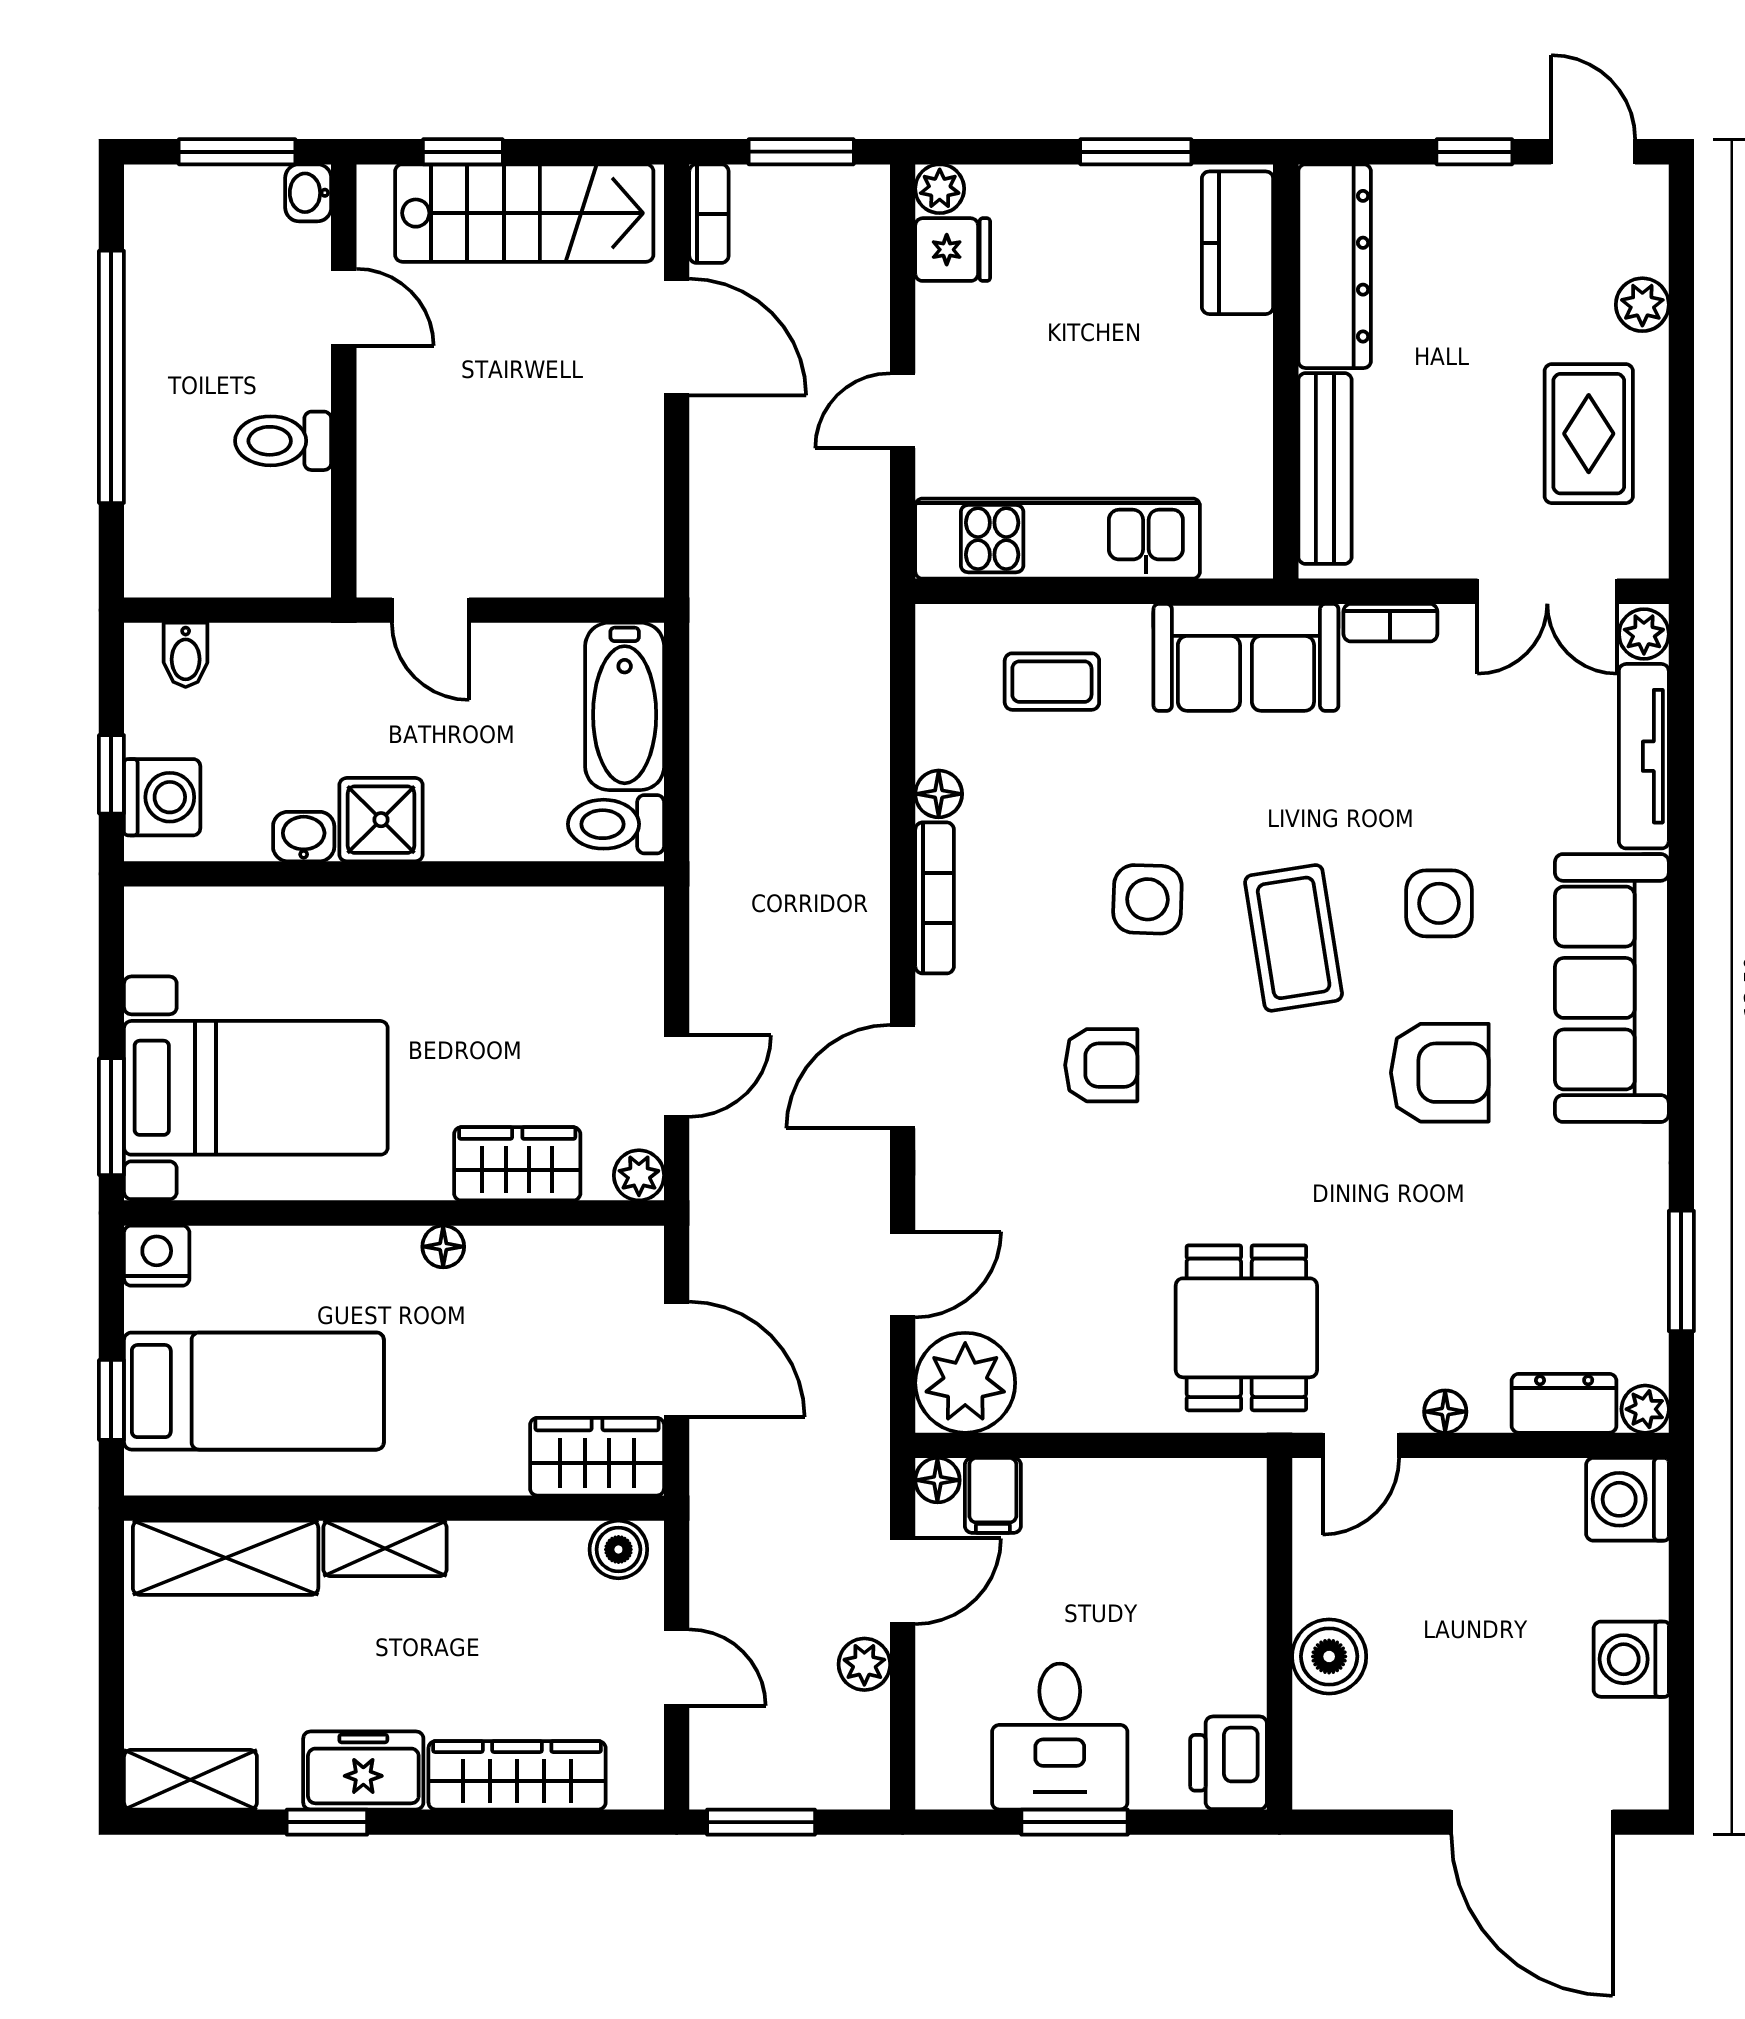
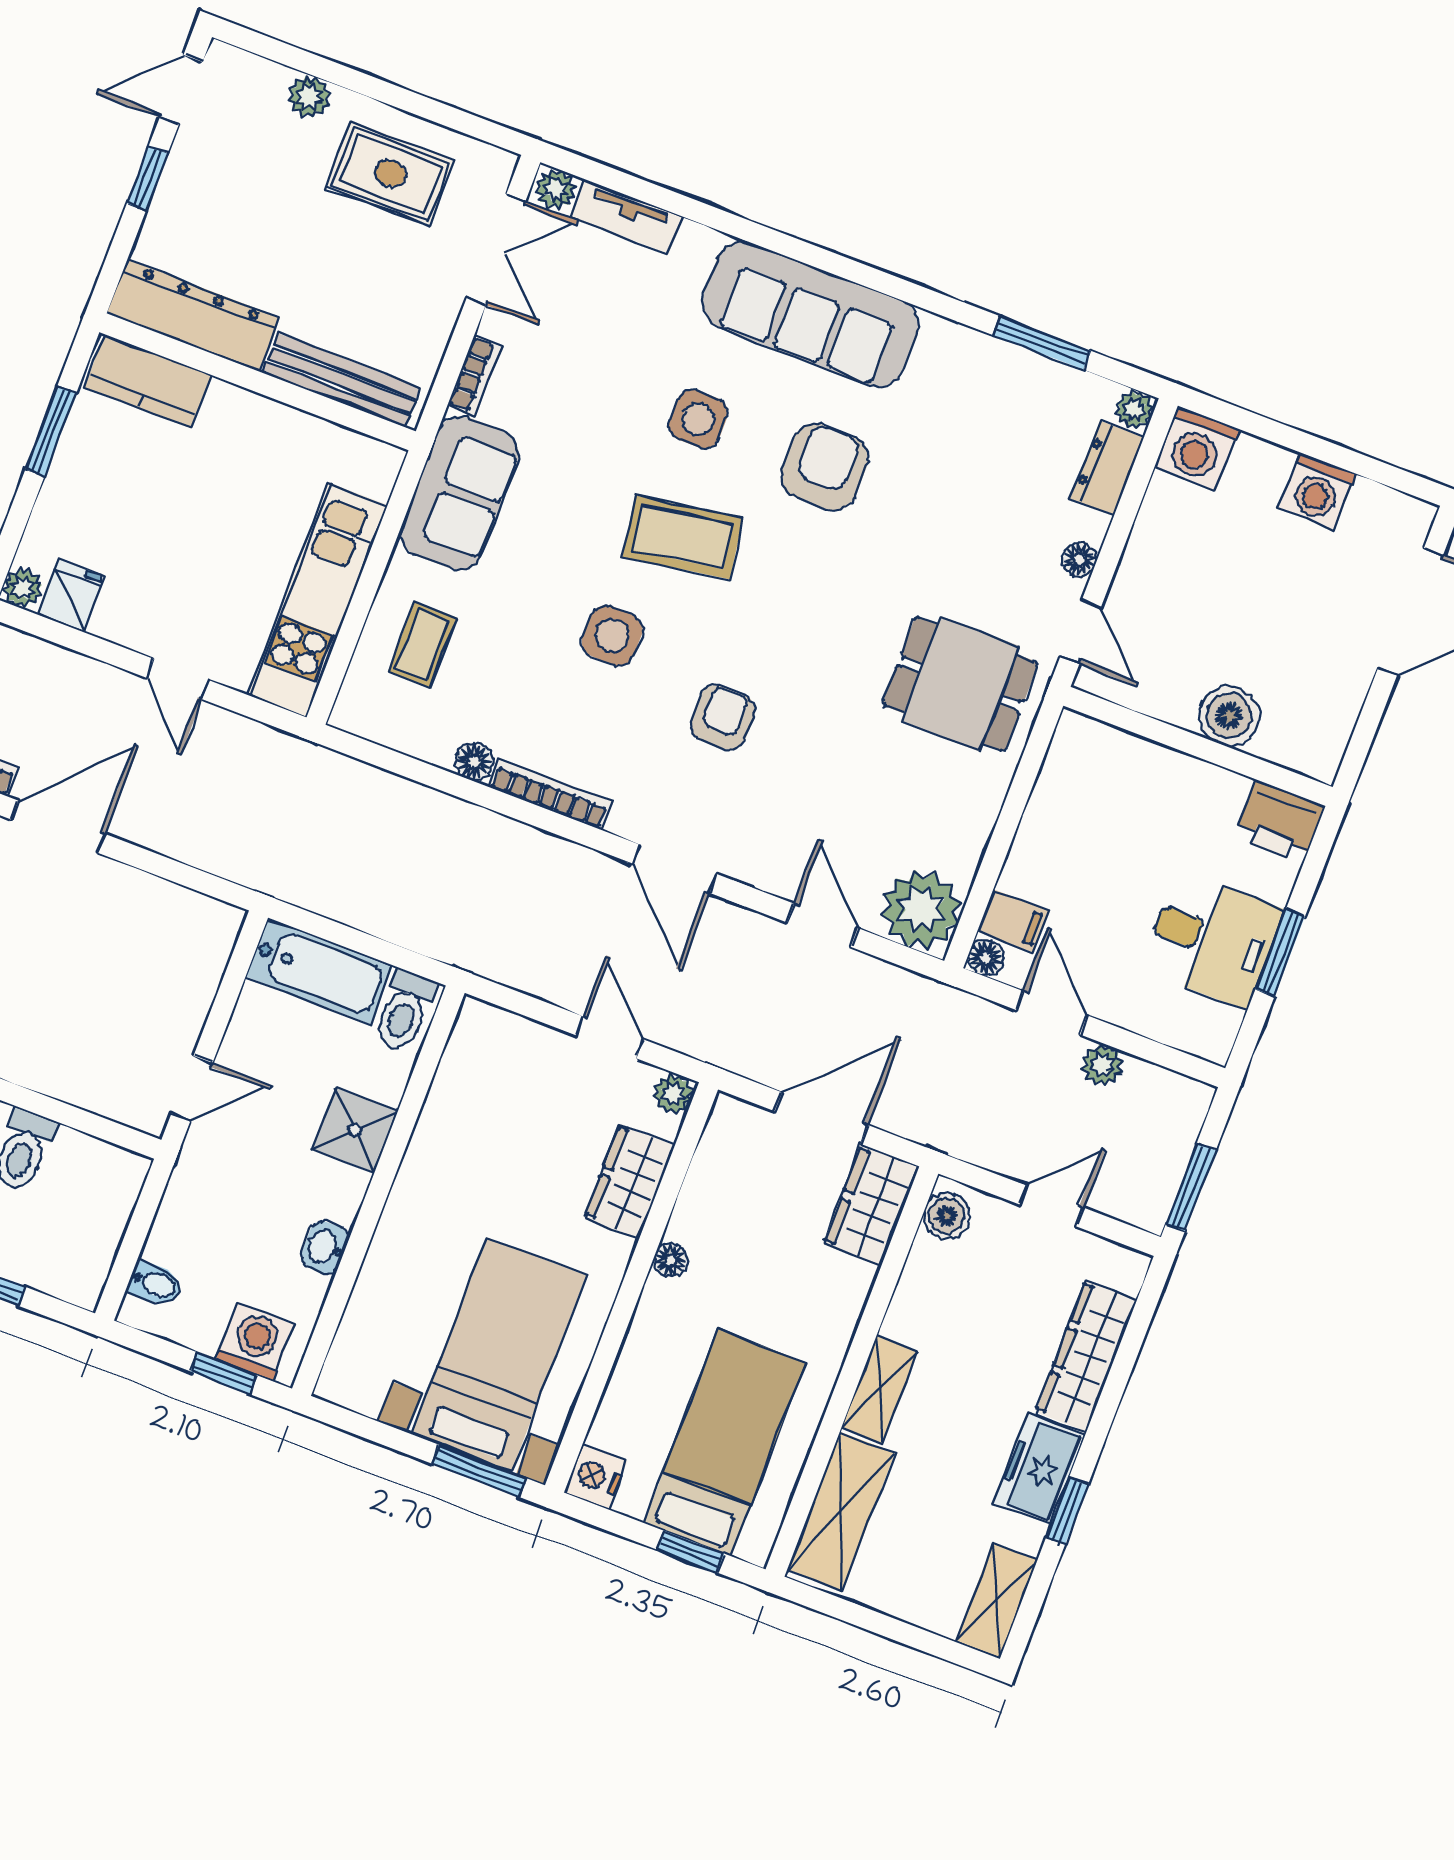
tv unit: (1644, 756) -> (627, 217), width x0.71
shower: (381, 820) -> (355, 1130), moved

